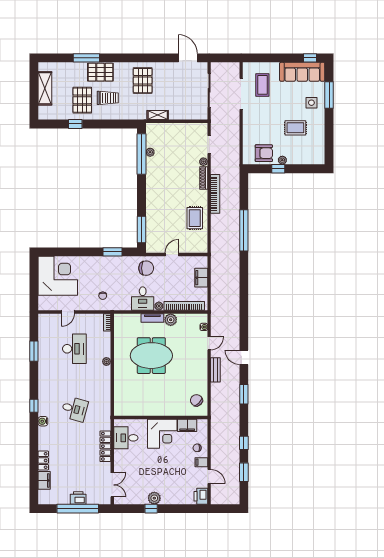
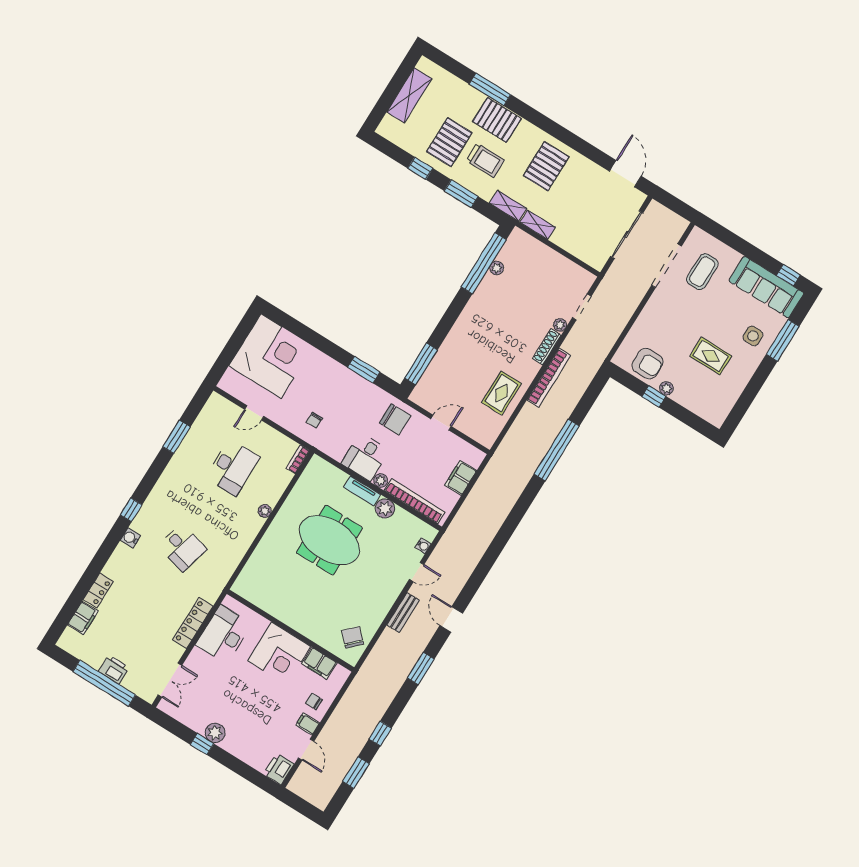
shelving: (135, 115) -> (508, 206), added
window: (106, 124) -> (461, 194), added
desk: (126, 438) -> (224, 634), width x1.37

